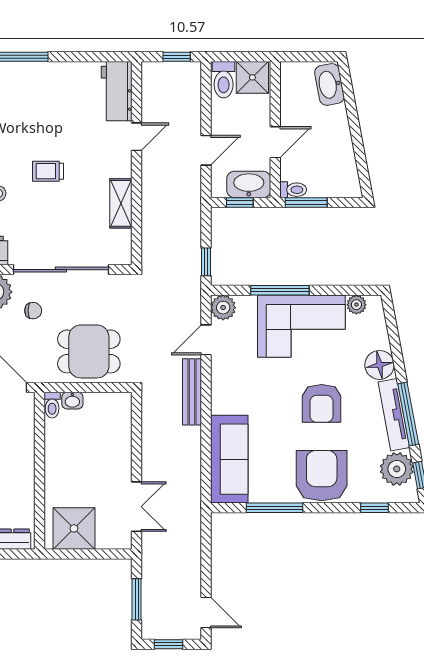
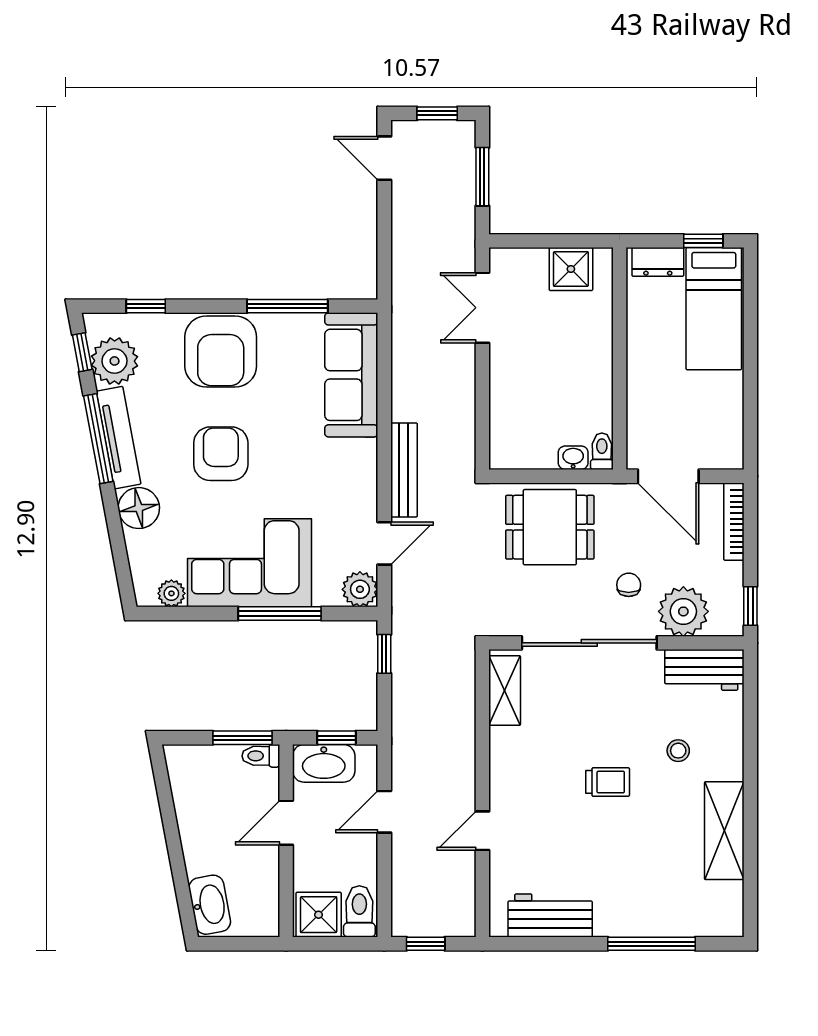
workbench: (117, 91) -> (550, 916), moved, turned -90
shelving: (121, 203) -> (505, 691), moved
chair: (33, 311) -> (629, 585), turned 90
shower: (74, 528) -> (571, 269), width x0.73, depth x0.73

